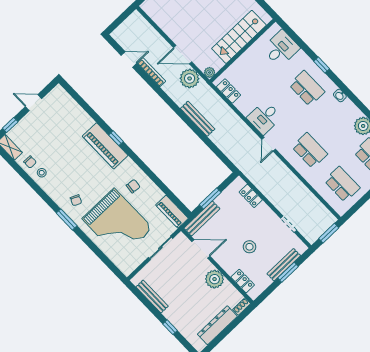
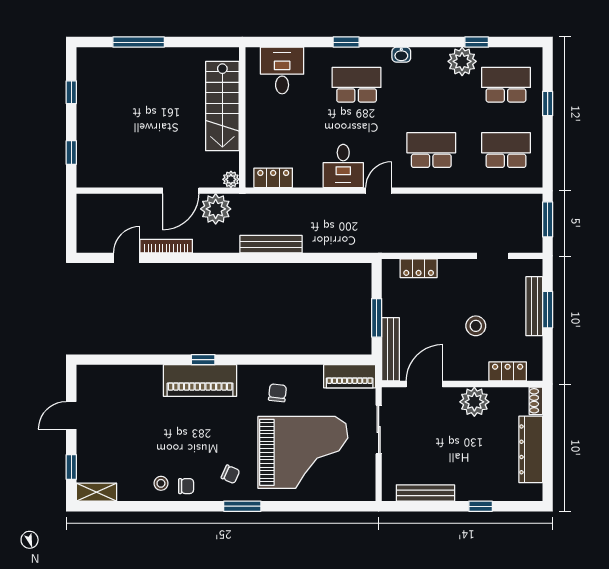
door: (269, 144) -> (379, 191), swing flipped
chair: (30, 162) -> (186, 486), moved

